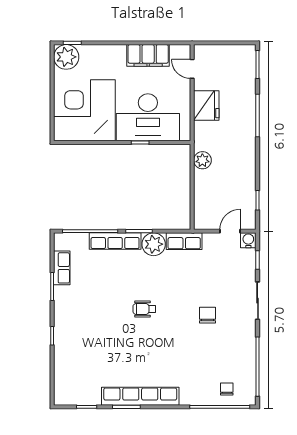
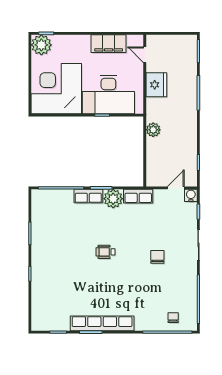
row of seats: (115, 241) -> (88, 196), width x0.68
row of seats: (62, 268) -> (38, 218), removed

